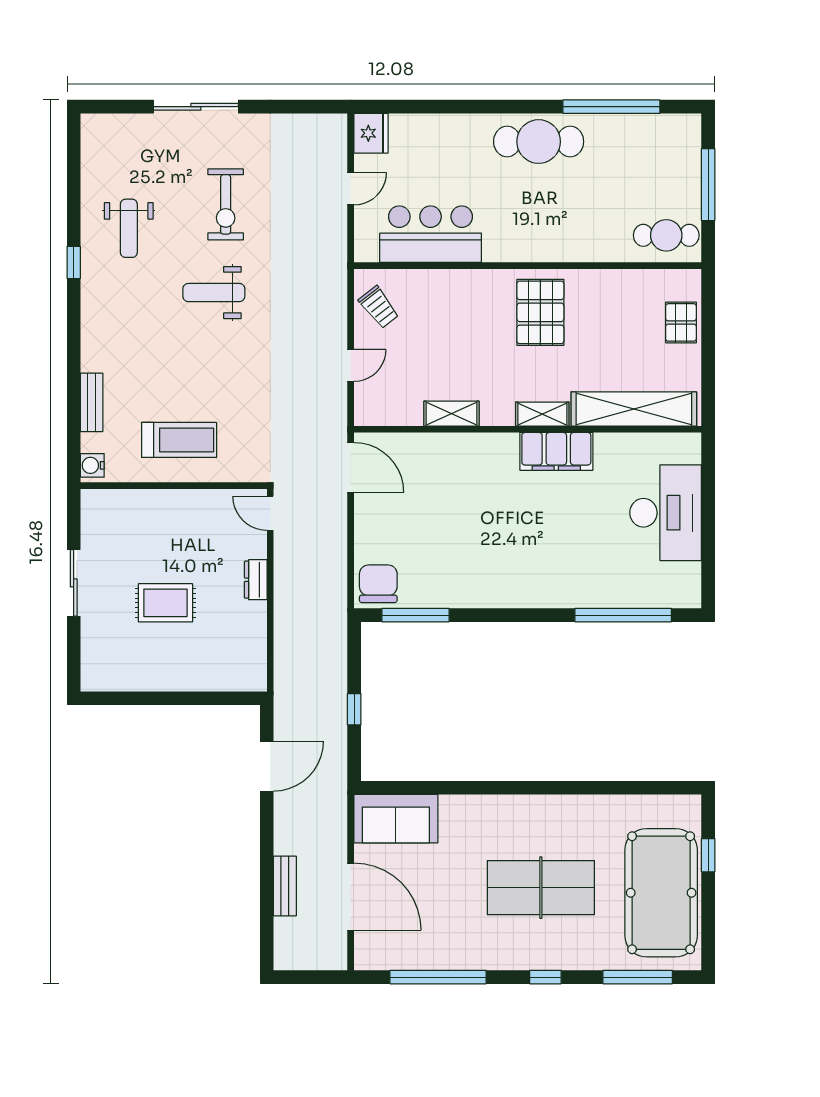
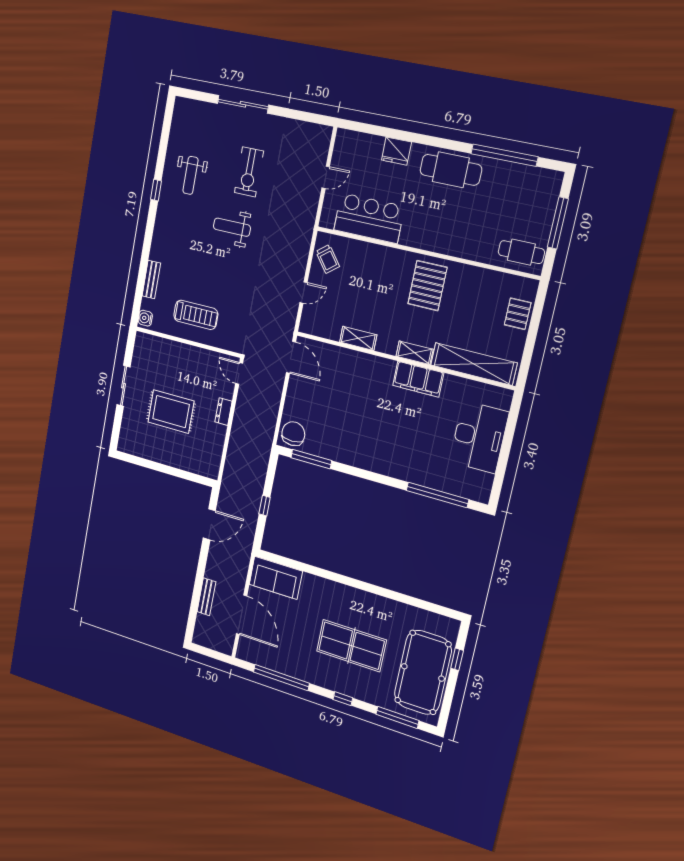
fridge: (371, 133) -> (396, 151), moved, turned 90
rug: (165, 603) -> (171, 412), width x1.36, depth x1.43

